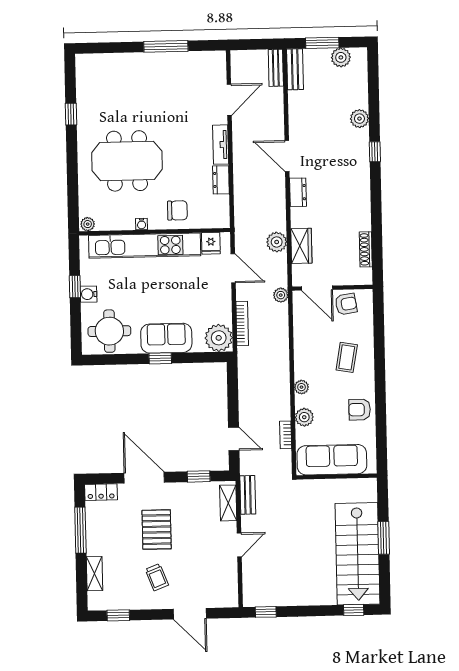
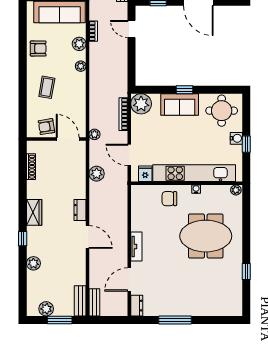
dresser: (221, 180) -> (137, 306), moved
wardrobe: (301, 246) -> (34, 212), moved, turned 180

